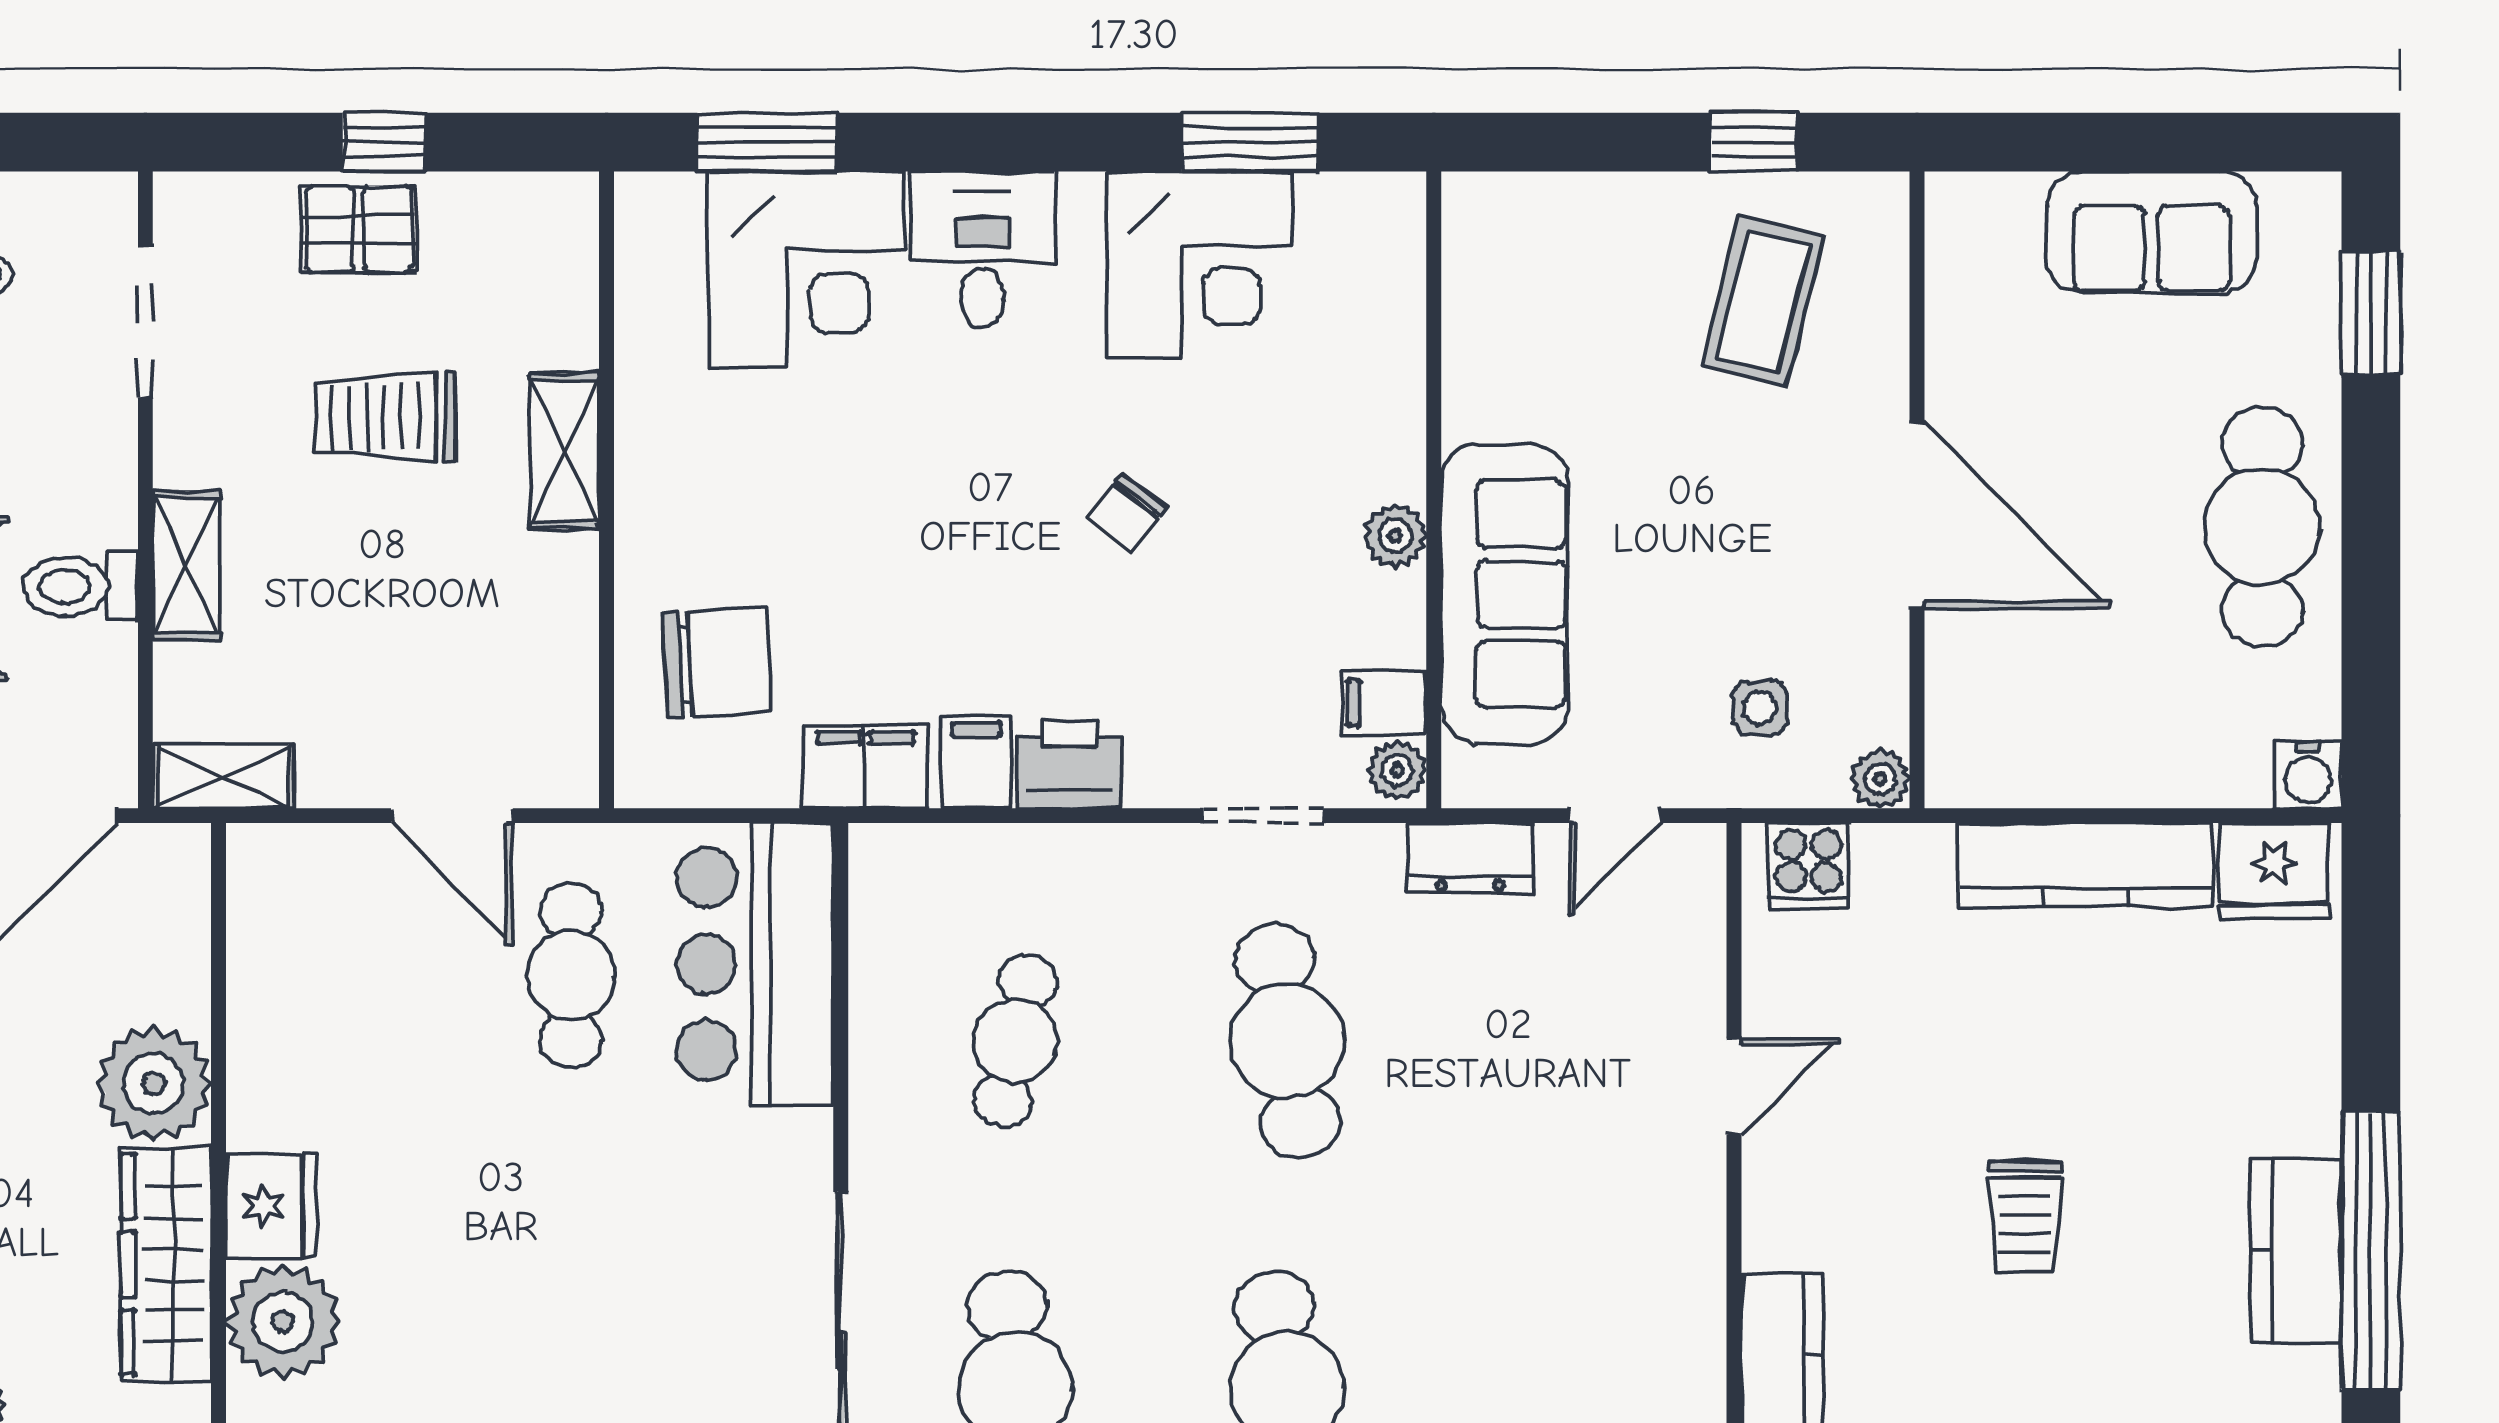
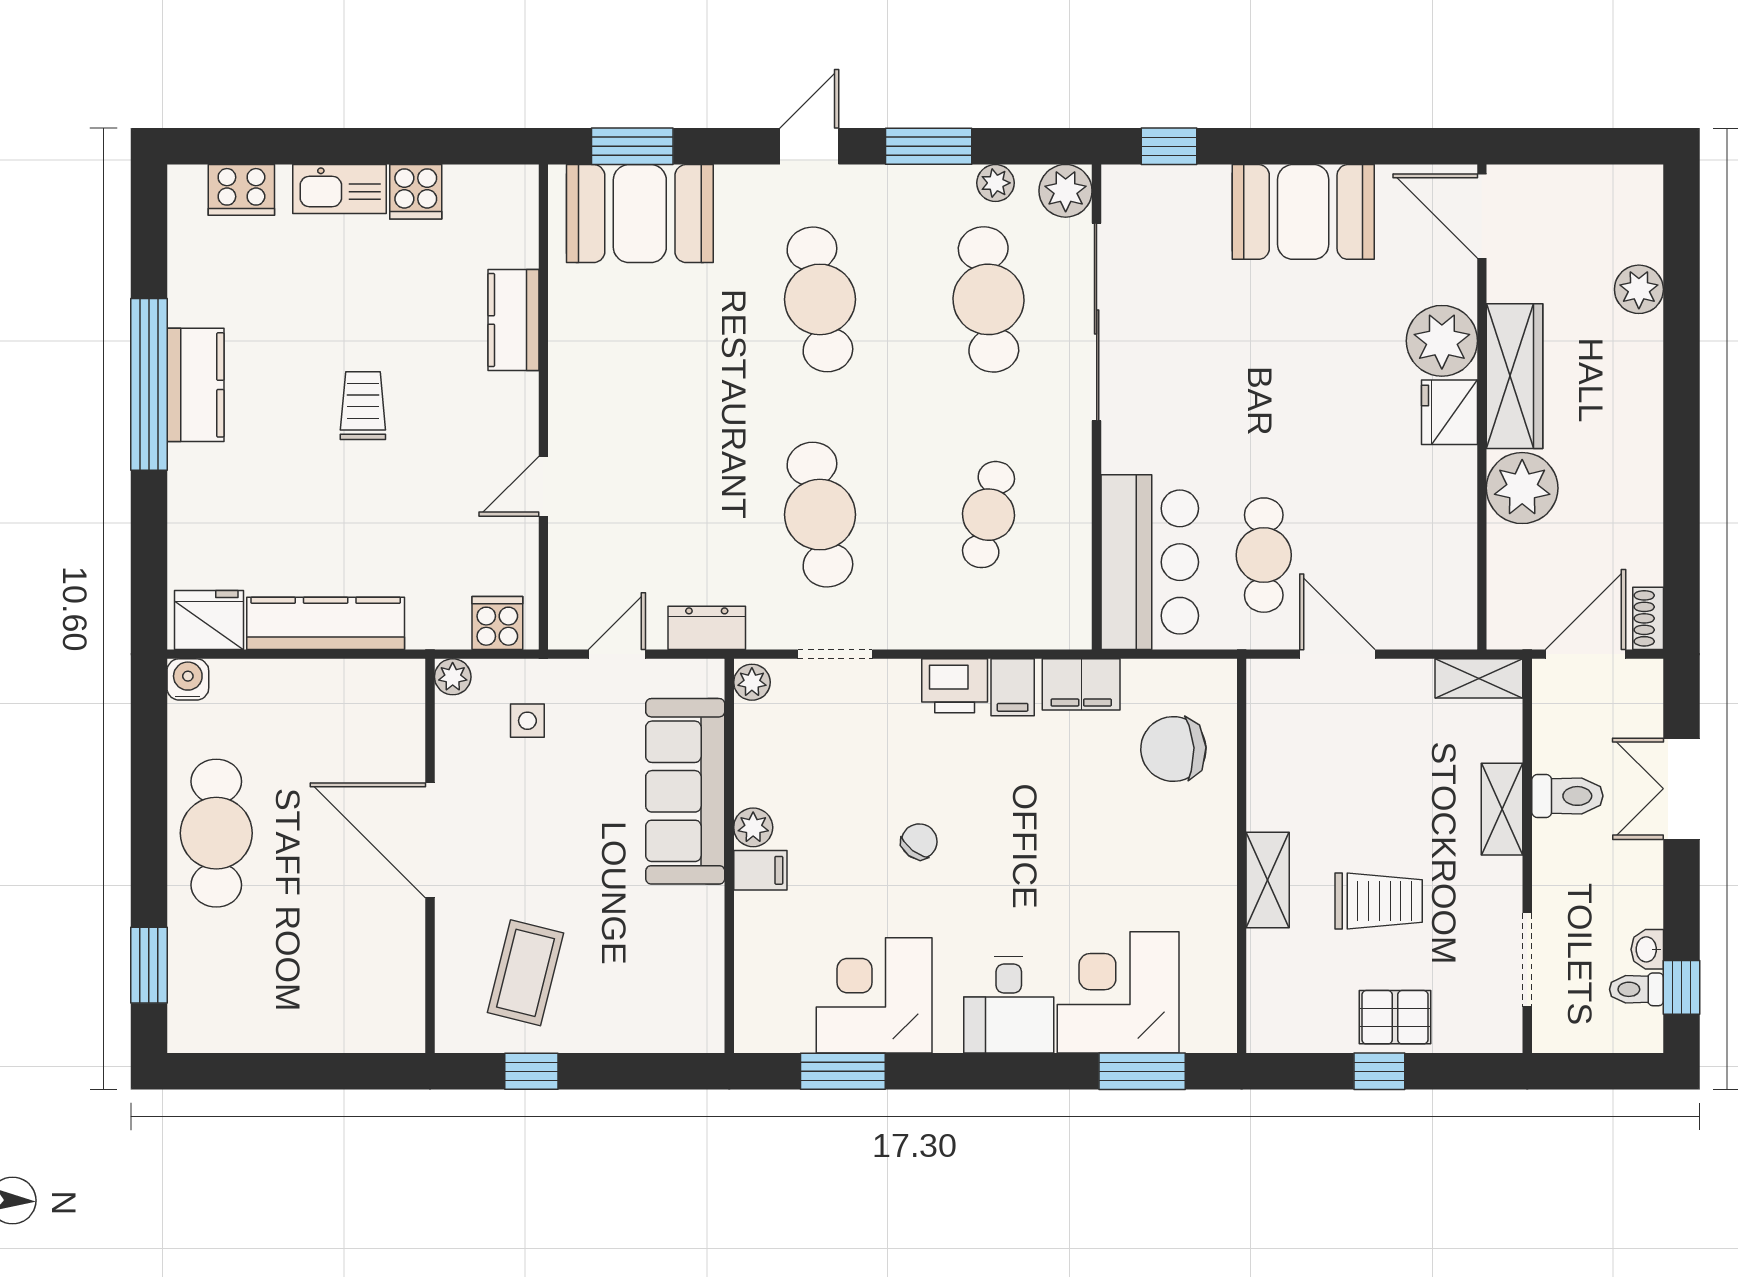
sofa: (2152, 232) -> (285, 1015), removed
filing cabinet: (1384, 703) -> (760, 870), moved

